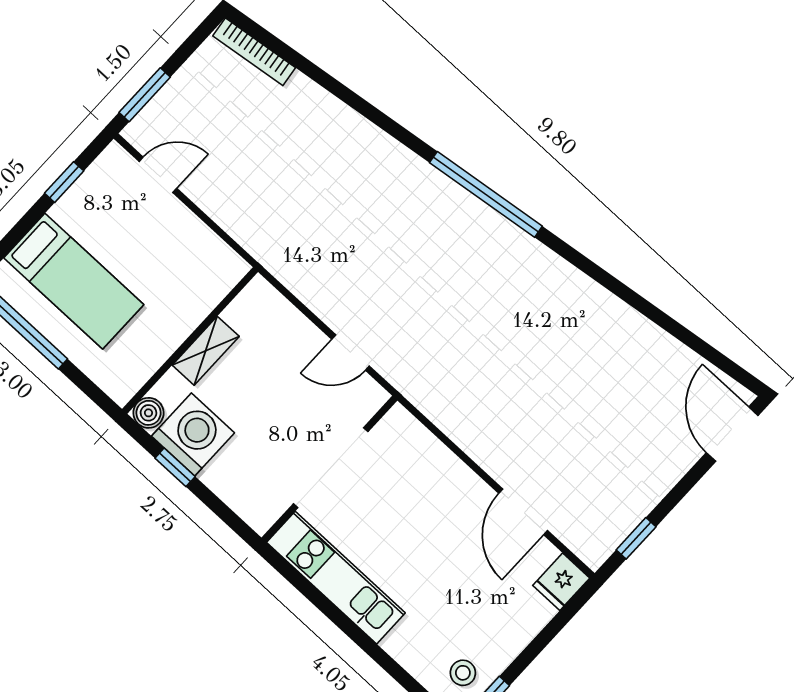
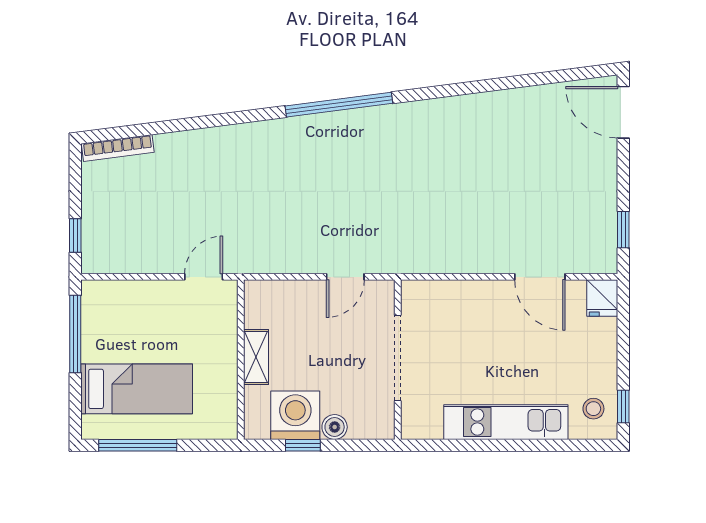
window: (145, 95) -> (75, 236), width x0.67
door: (158, 175) -> (204, 277), moved
window: (64, 182) -> (75, 334), width x2.17
boiler: (148, 413) -> (335, 427), moved
kitchen unit: (336, 578) -> (506, 422), moved

